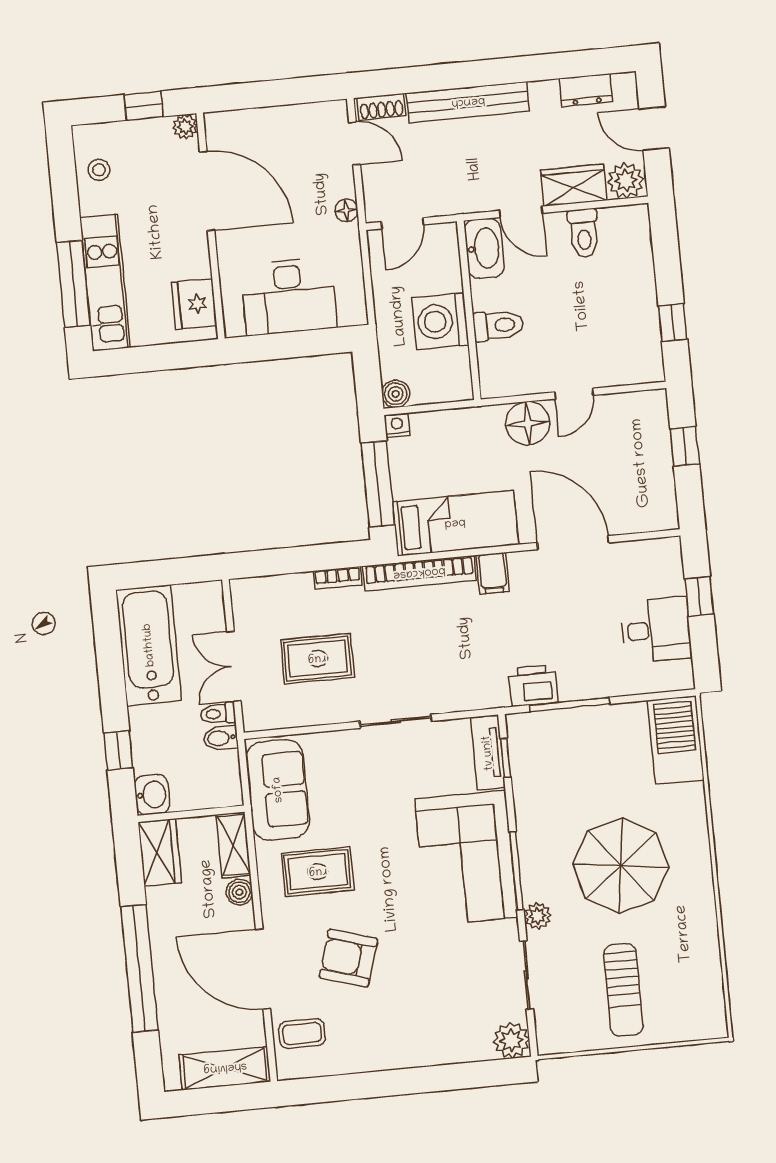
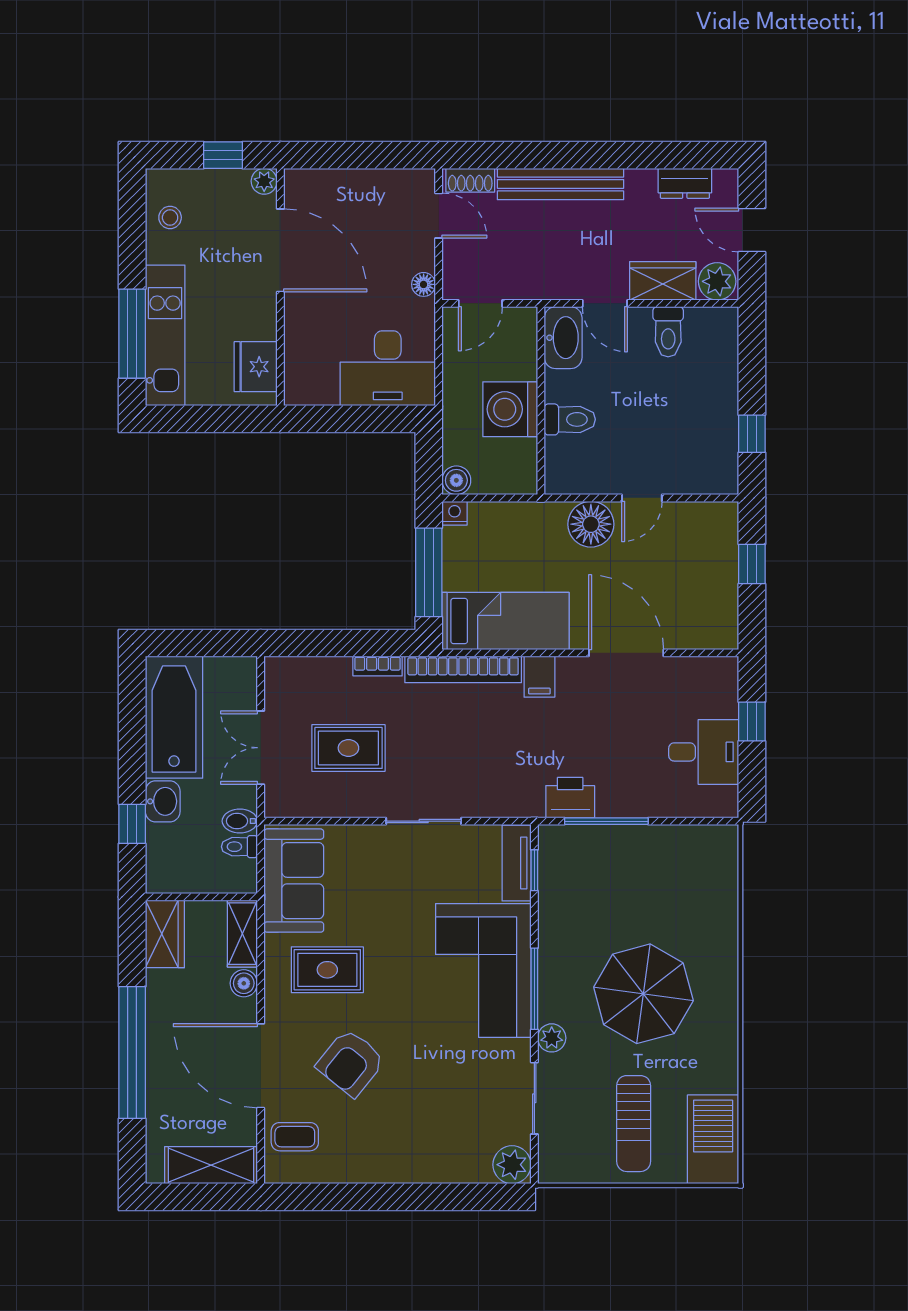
desk: (289, 296) -> (388, 368), moved
toilet: (218, 714) -> (239, 847), moved
barbecue: (676, 740) -> (713, 1139), moved
washbasin: (152, 795) -> (163, 801), moved
armchair: (348, 958) -> (351, 1063), turned -68

